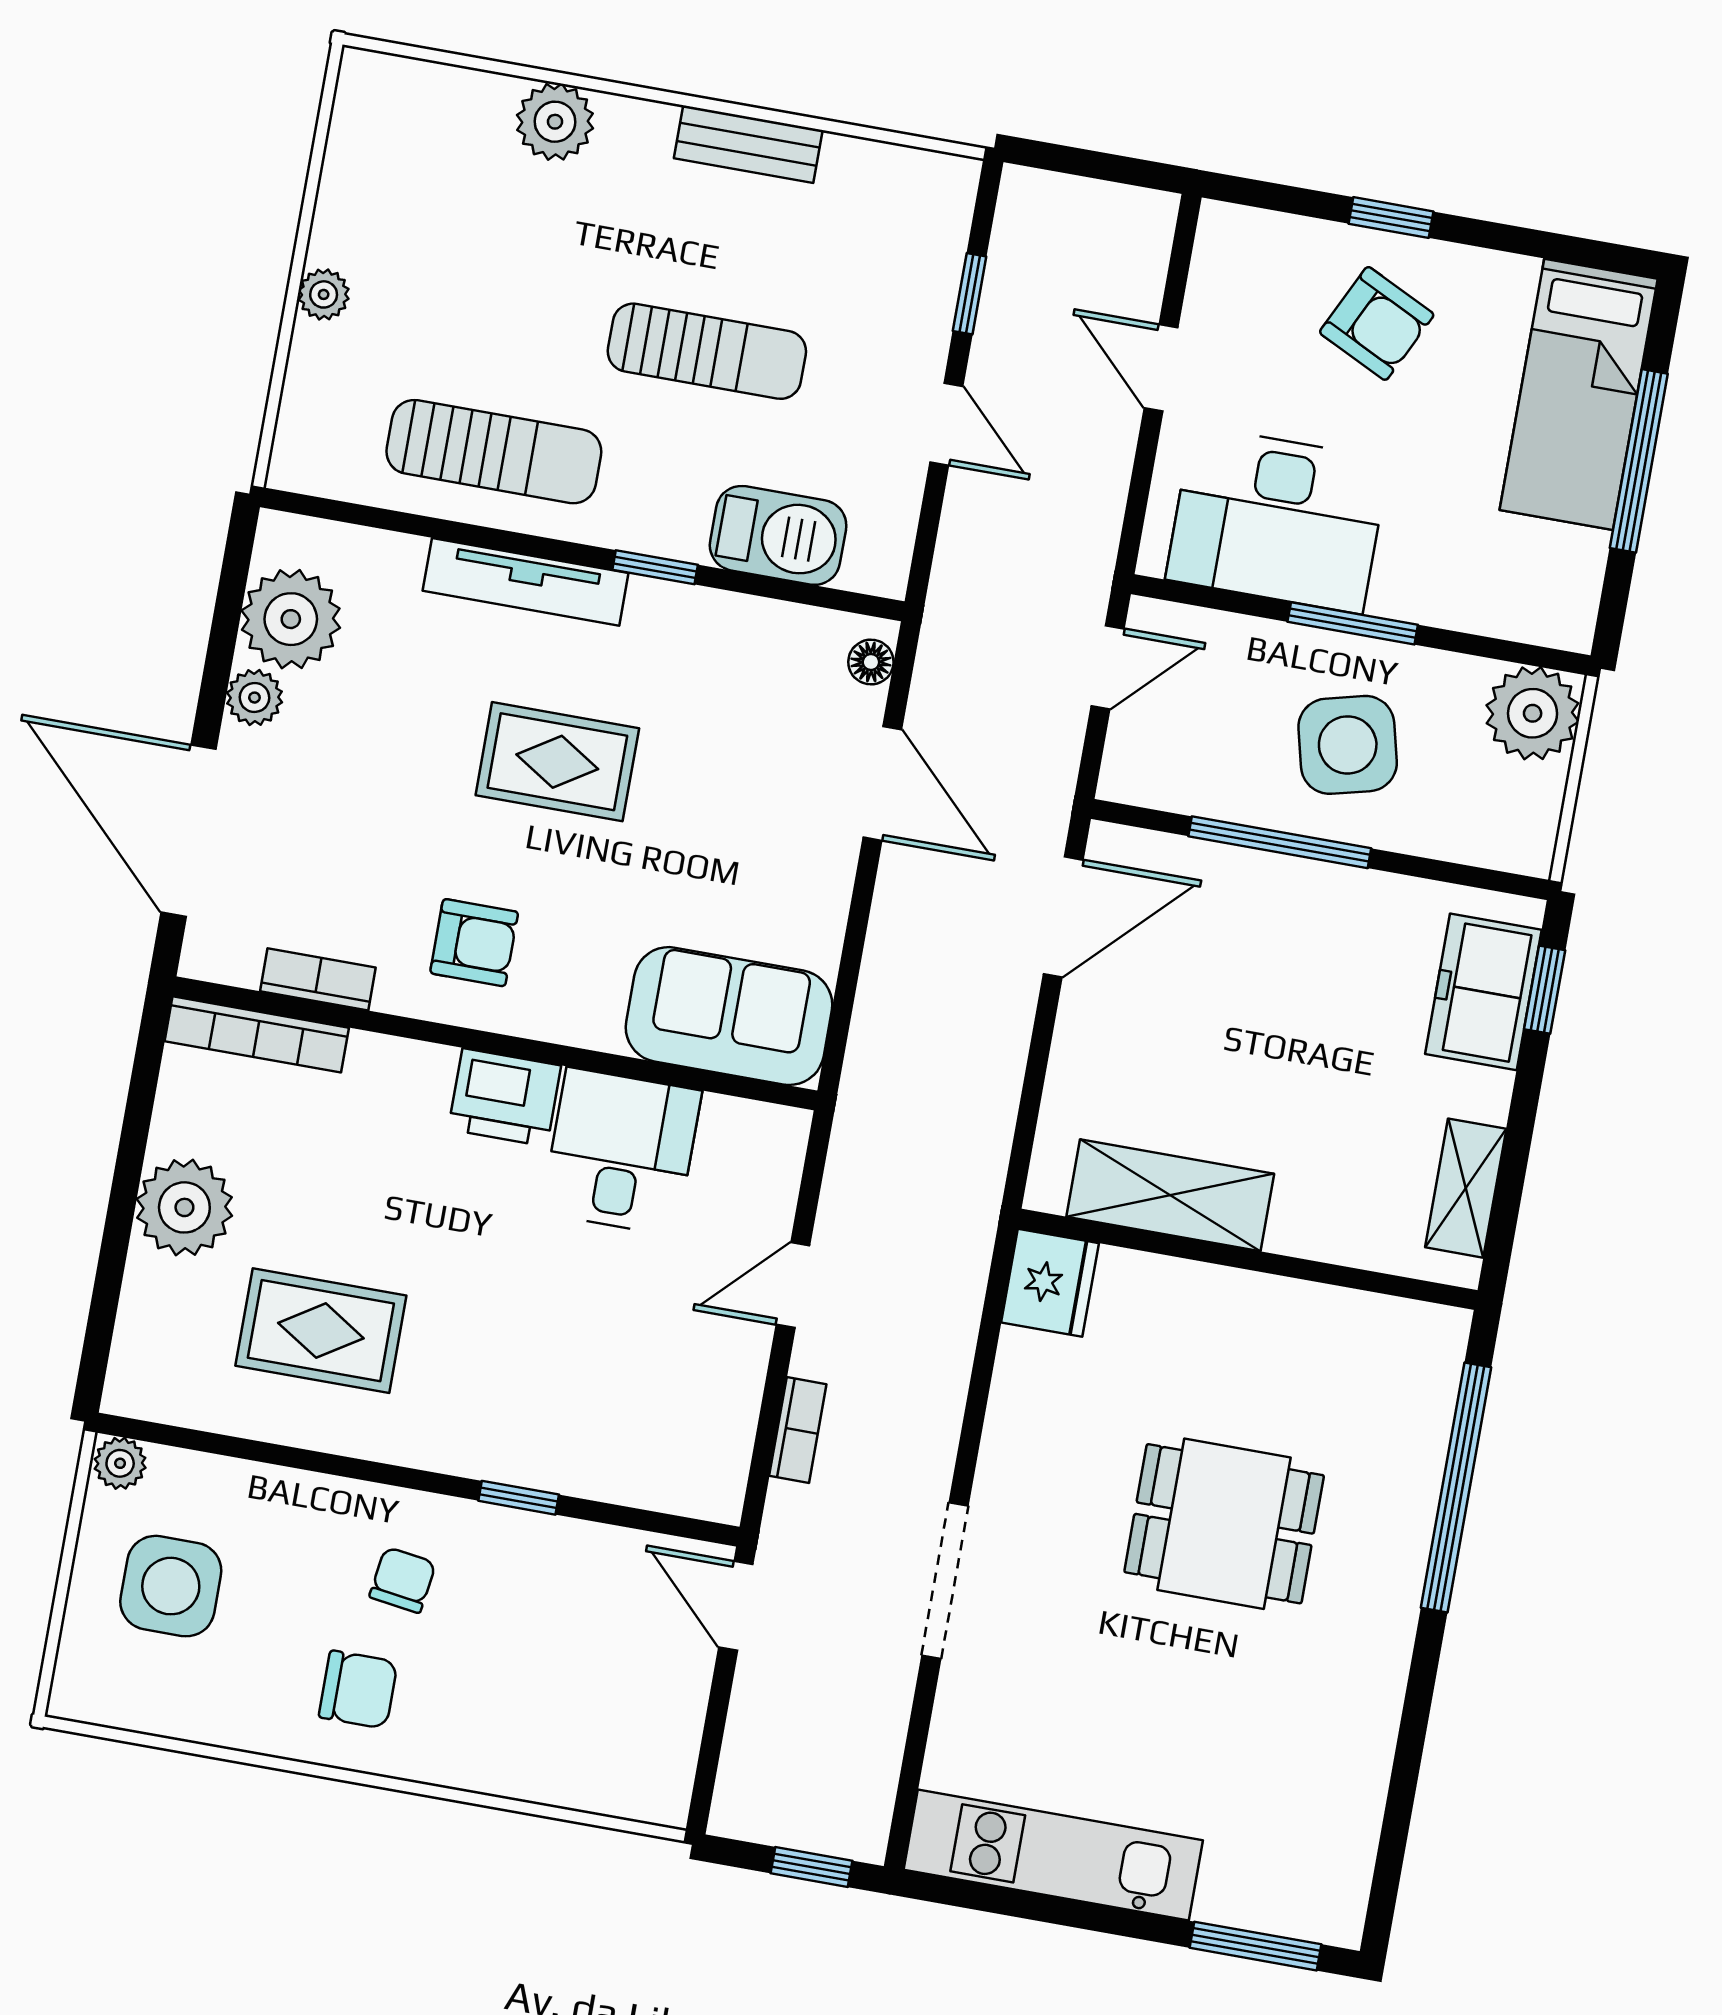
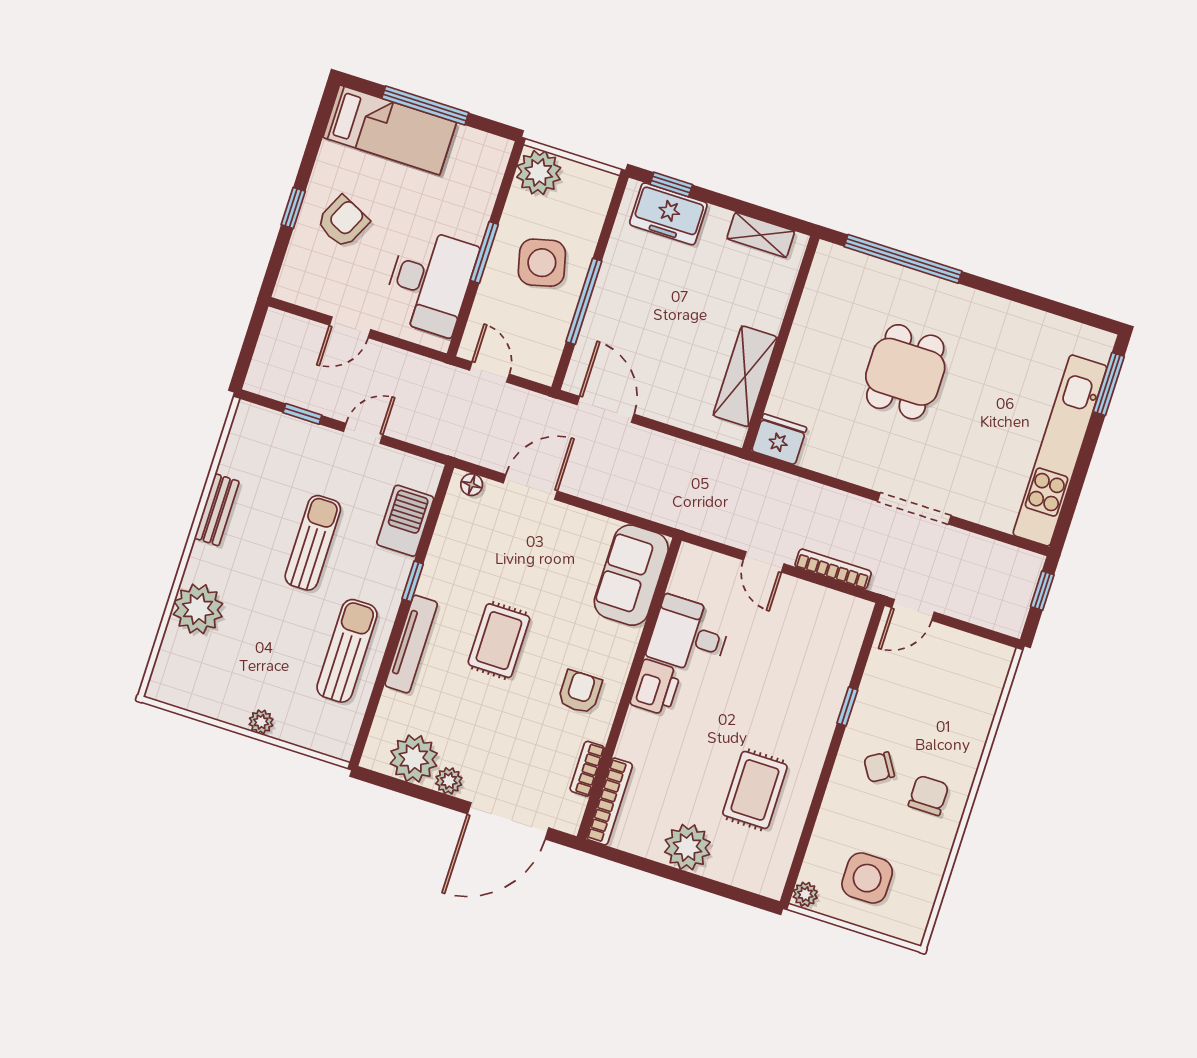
plant: (555, 122) -> (198, 609), width x1.36, depth x1.36
bookcase: (798, 1430) -> (833, 569), width x1.56
chair: (403, 1580) -> (879, 767), turned -40
kitchen unit: (1053, 1855) -> (1060, 450), width x1.36

